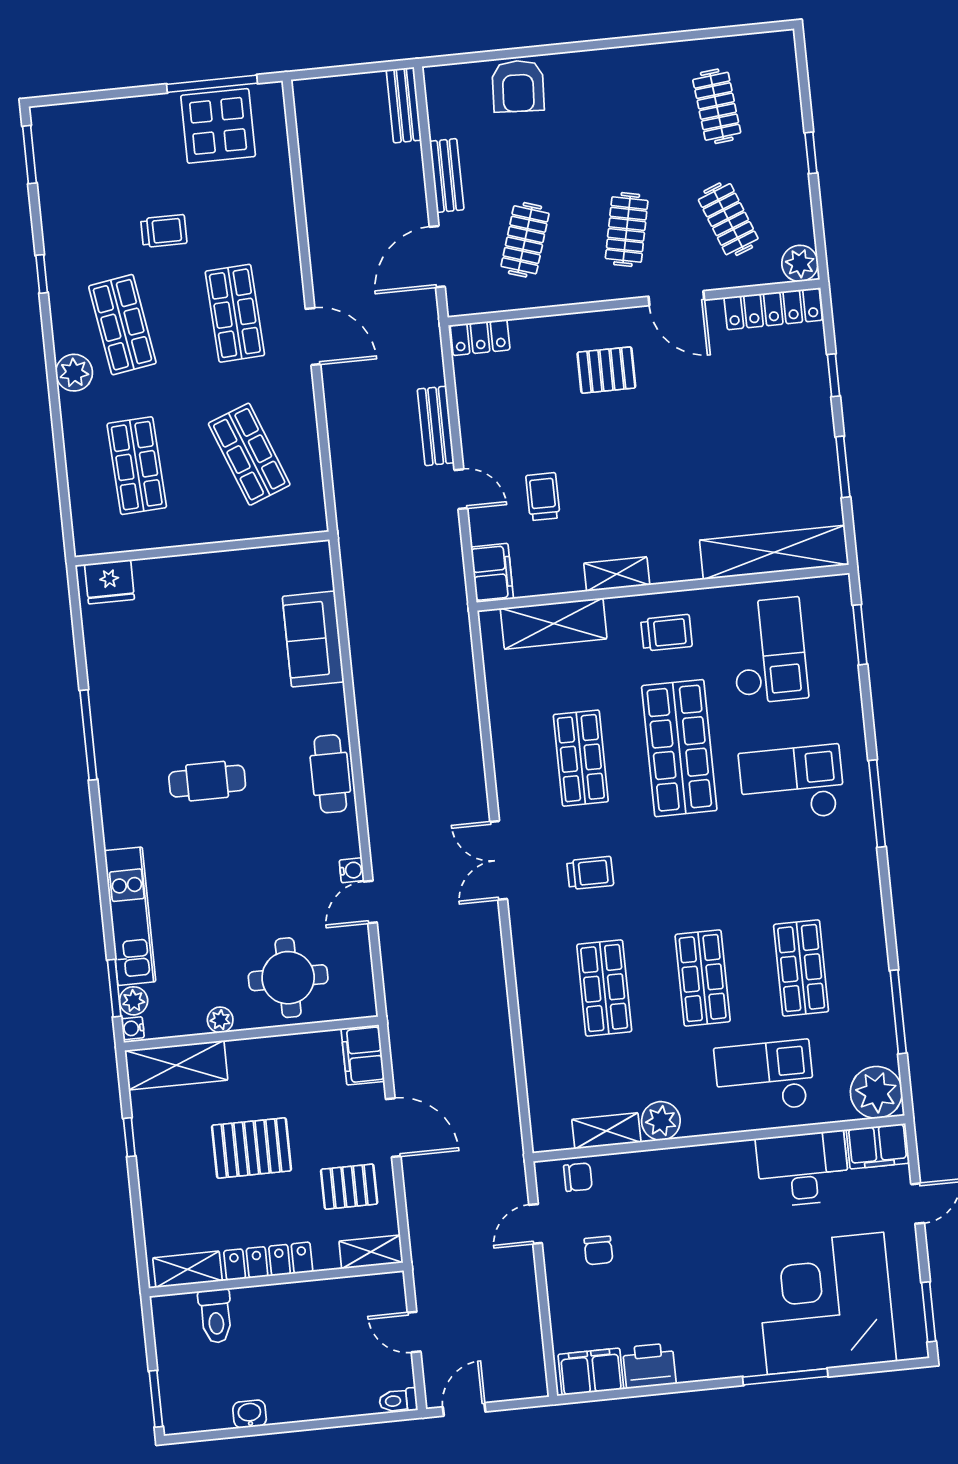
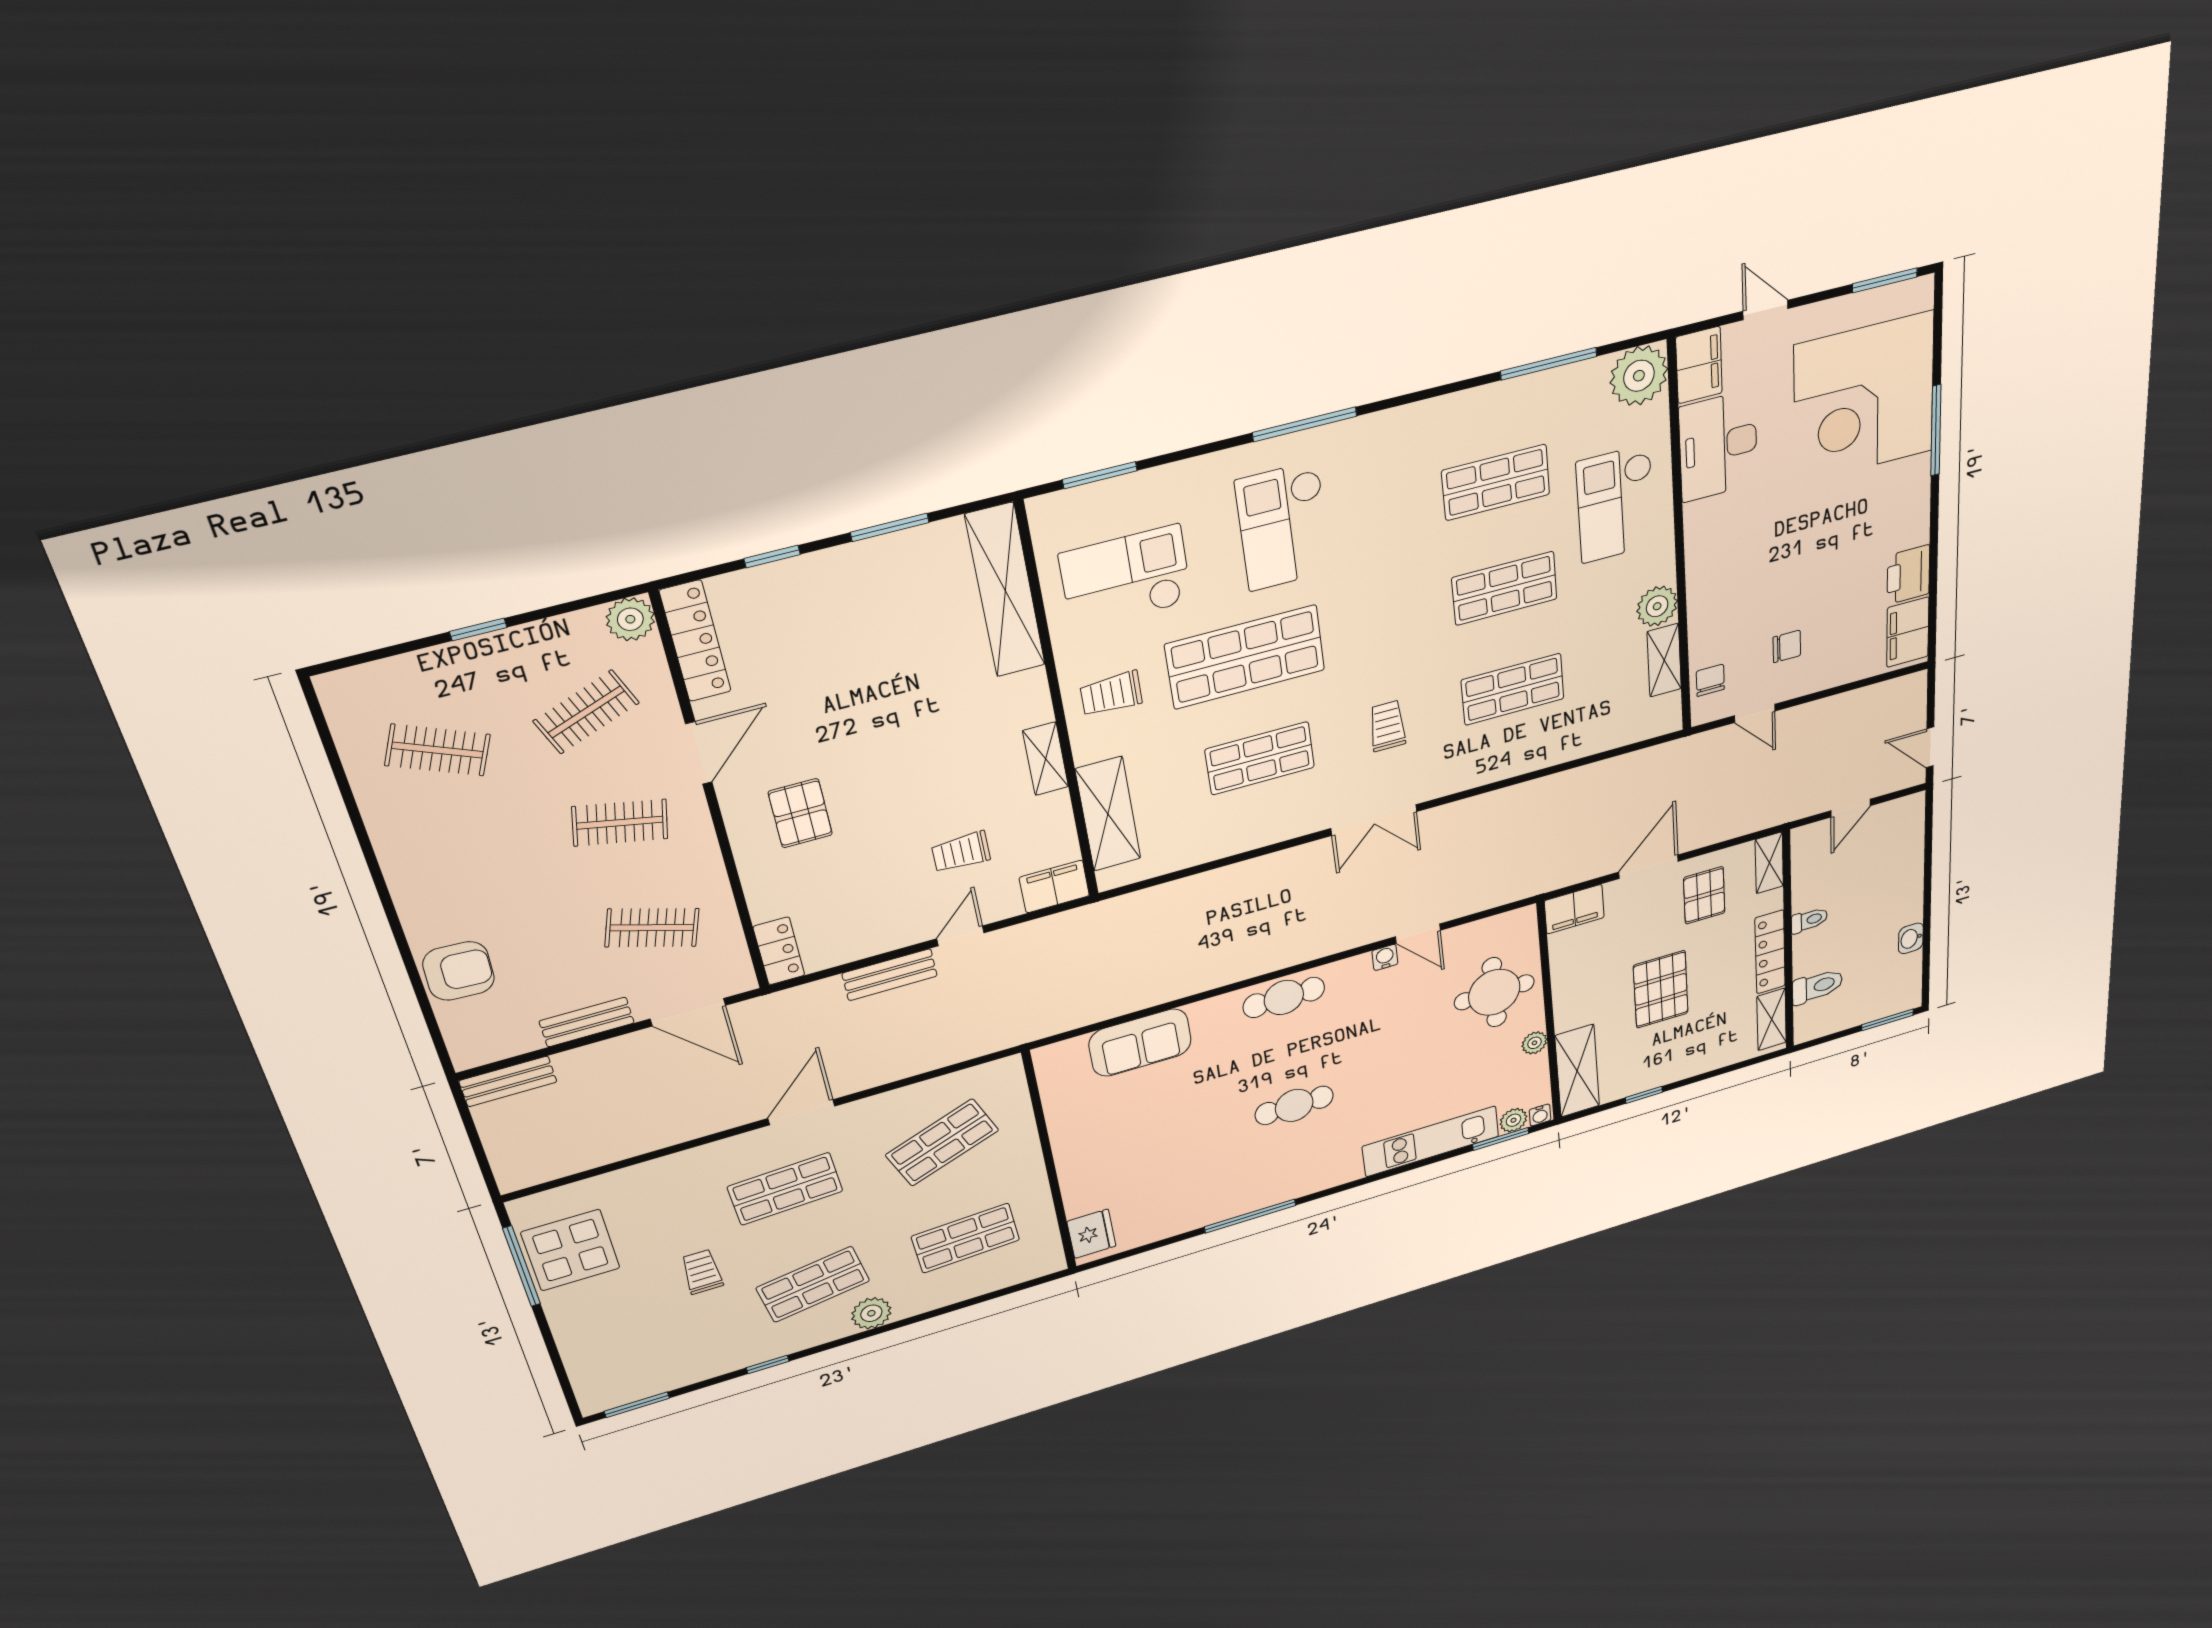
clothes rail: (717, 106) -> (438, 750), turned 30
trolley: (666, 633) -> (1111, 694), turned -90
cafe table: (207, 781) -> (1294, 1105), turned 90
toilet: (398, 1401) -> (1809, 920), moved, turned -90

